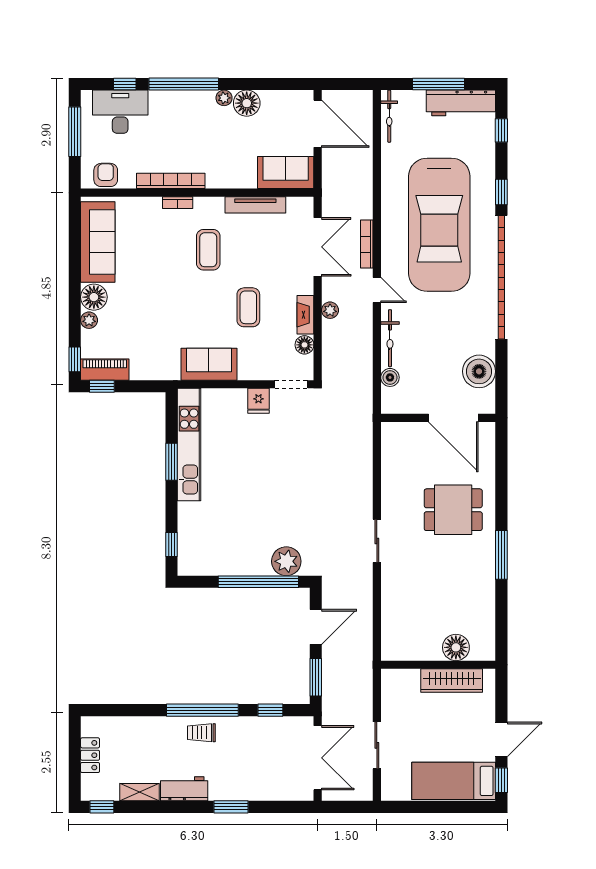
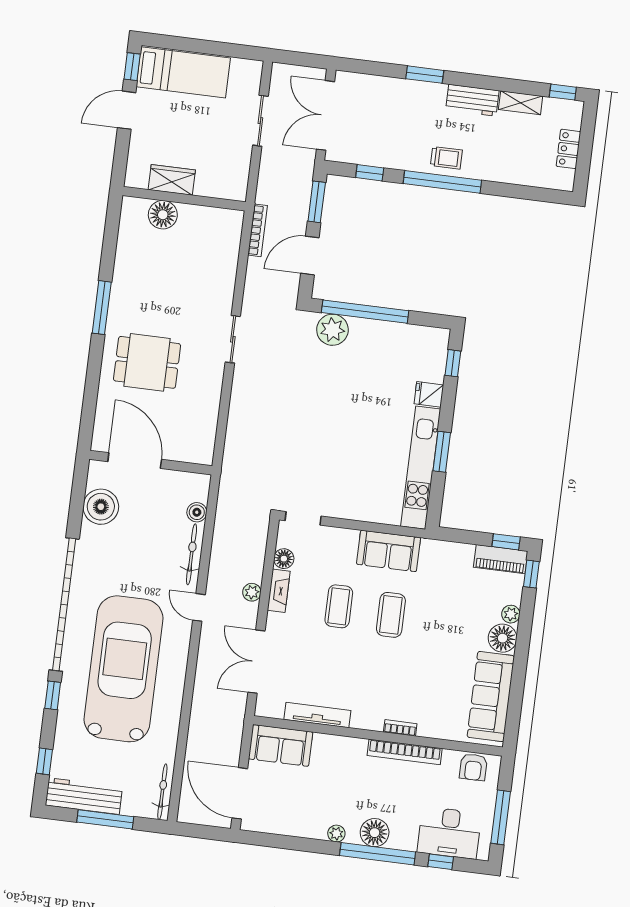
floor lamp: (247, 103) -> (375, 833), moved
bookcase: (367, 244) -> (258, 230), moved
coffee table: (208, 250) -> (391, 615), moved
fridge: (258, 401) -> (429, 394), moved, turned -90
wardrobe: (452, 681) -> (172, 180), width x0.67

